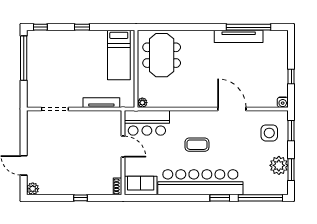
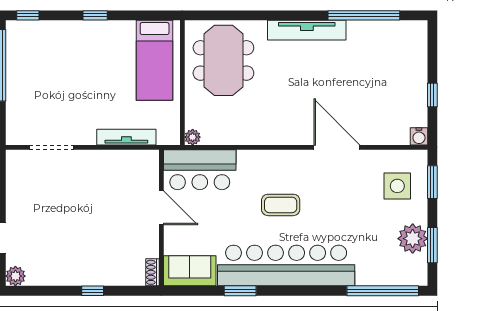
tv unit: (239, 36) -> (307, 30), moved
window: (220, 198) -> (240, 291), moved

